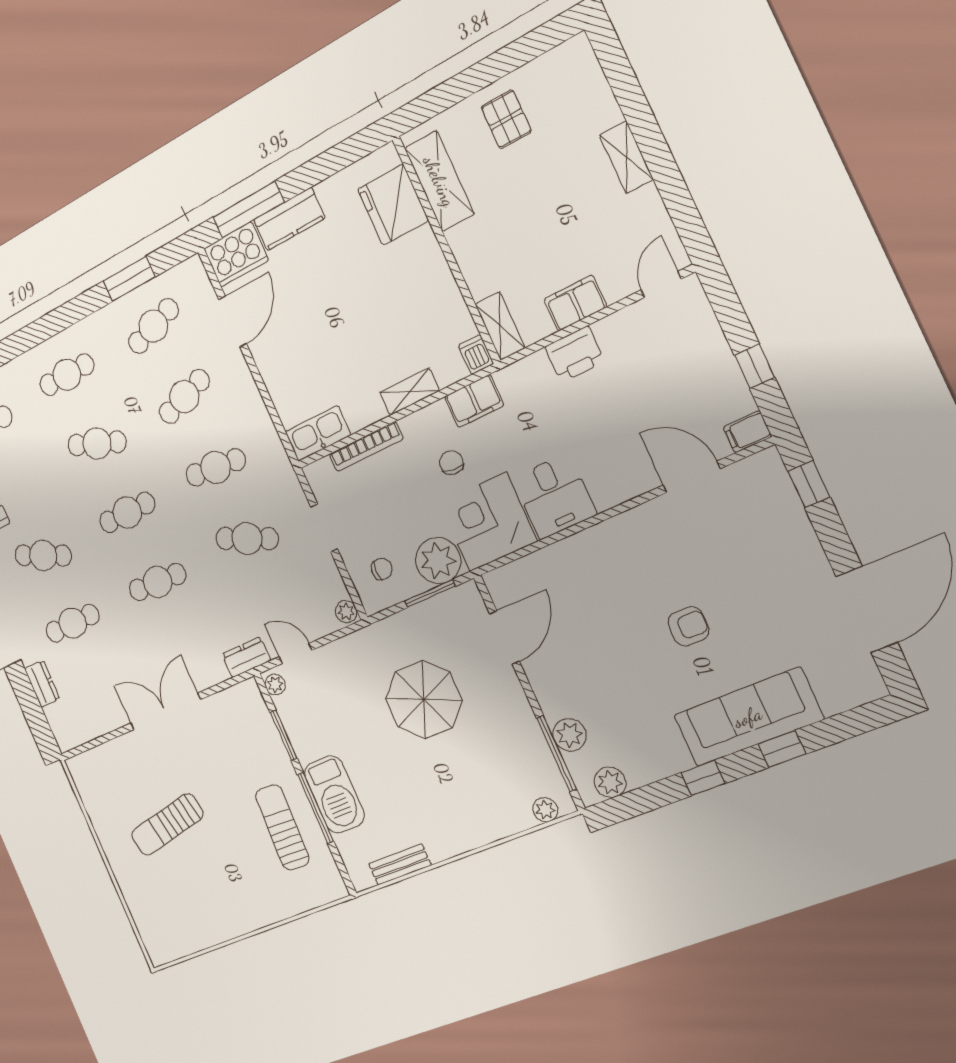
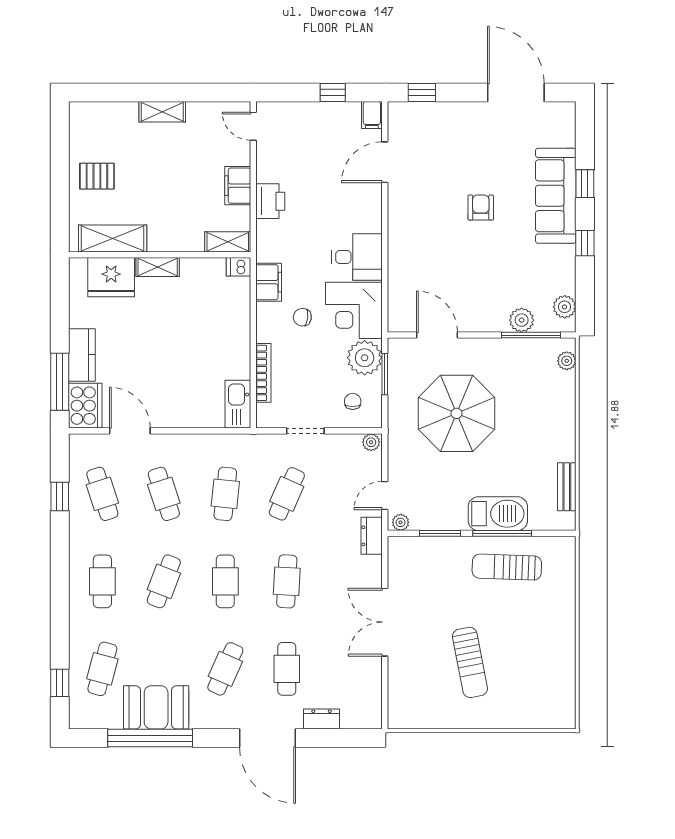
window: (129, 279) -> (60, 497), width x0.67
shelving: (410, 392) -> (158, 267), moved, turned 90
parasol: (424, 700) -> (456, 413), width x1.36, depth x1.36

